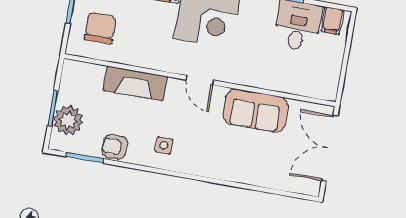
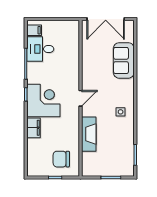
sofa: (256, 111) -> (124, 60), moved, turned 180
plant: (68, 120) -> (116, 168), removed
armchair: (115, 147) -> (126, 139), removed

